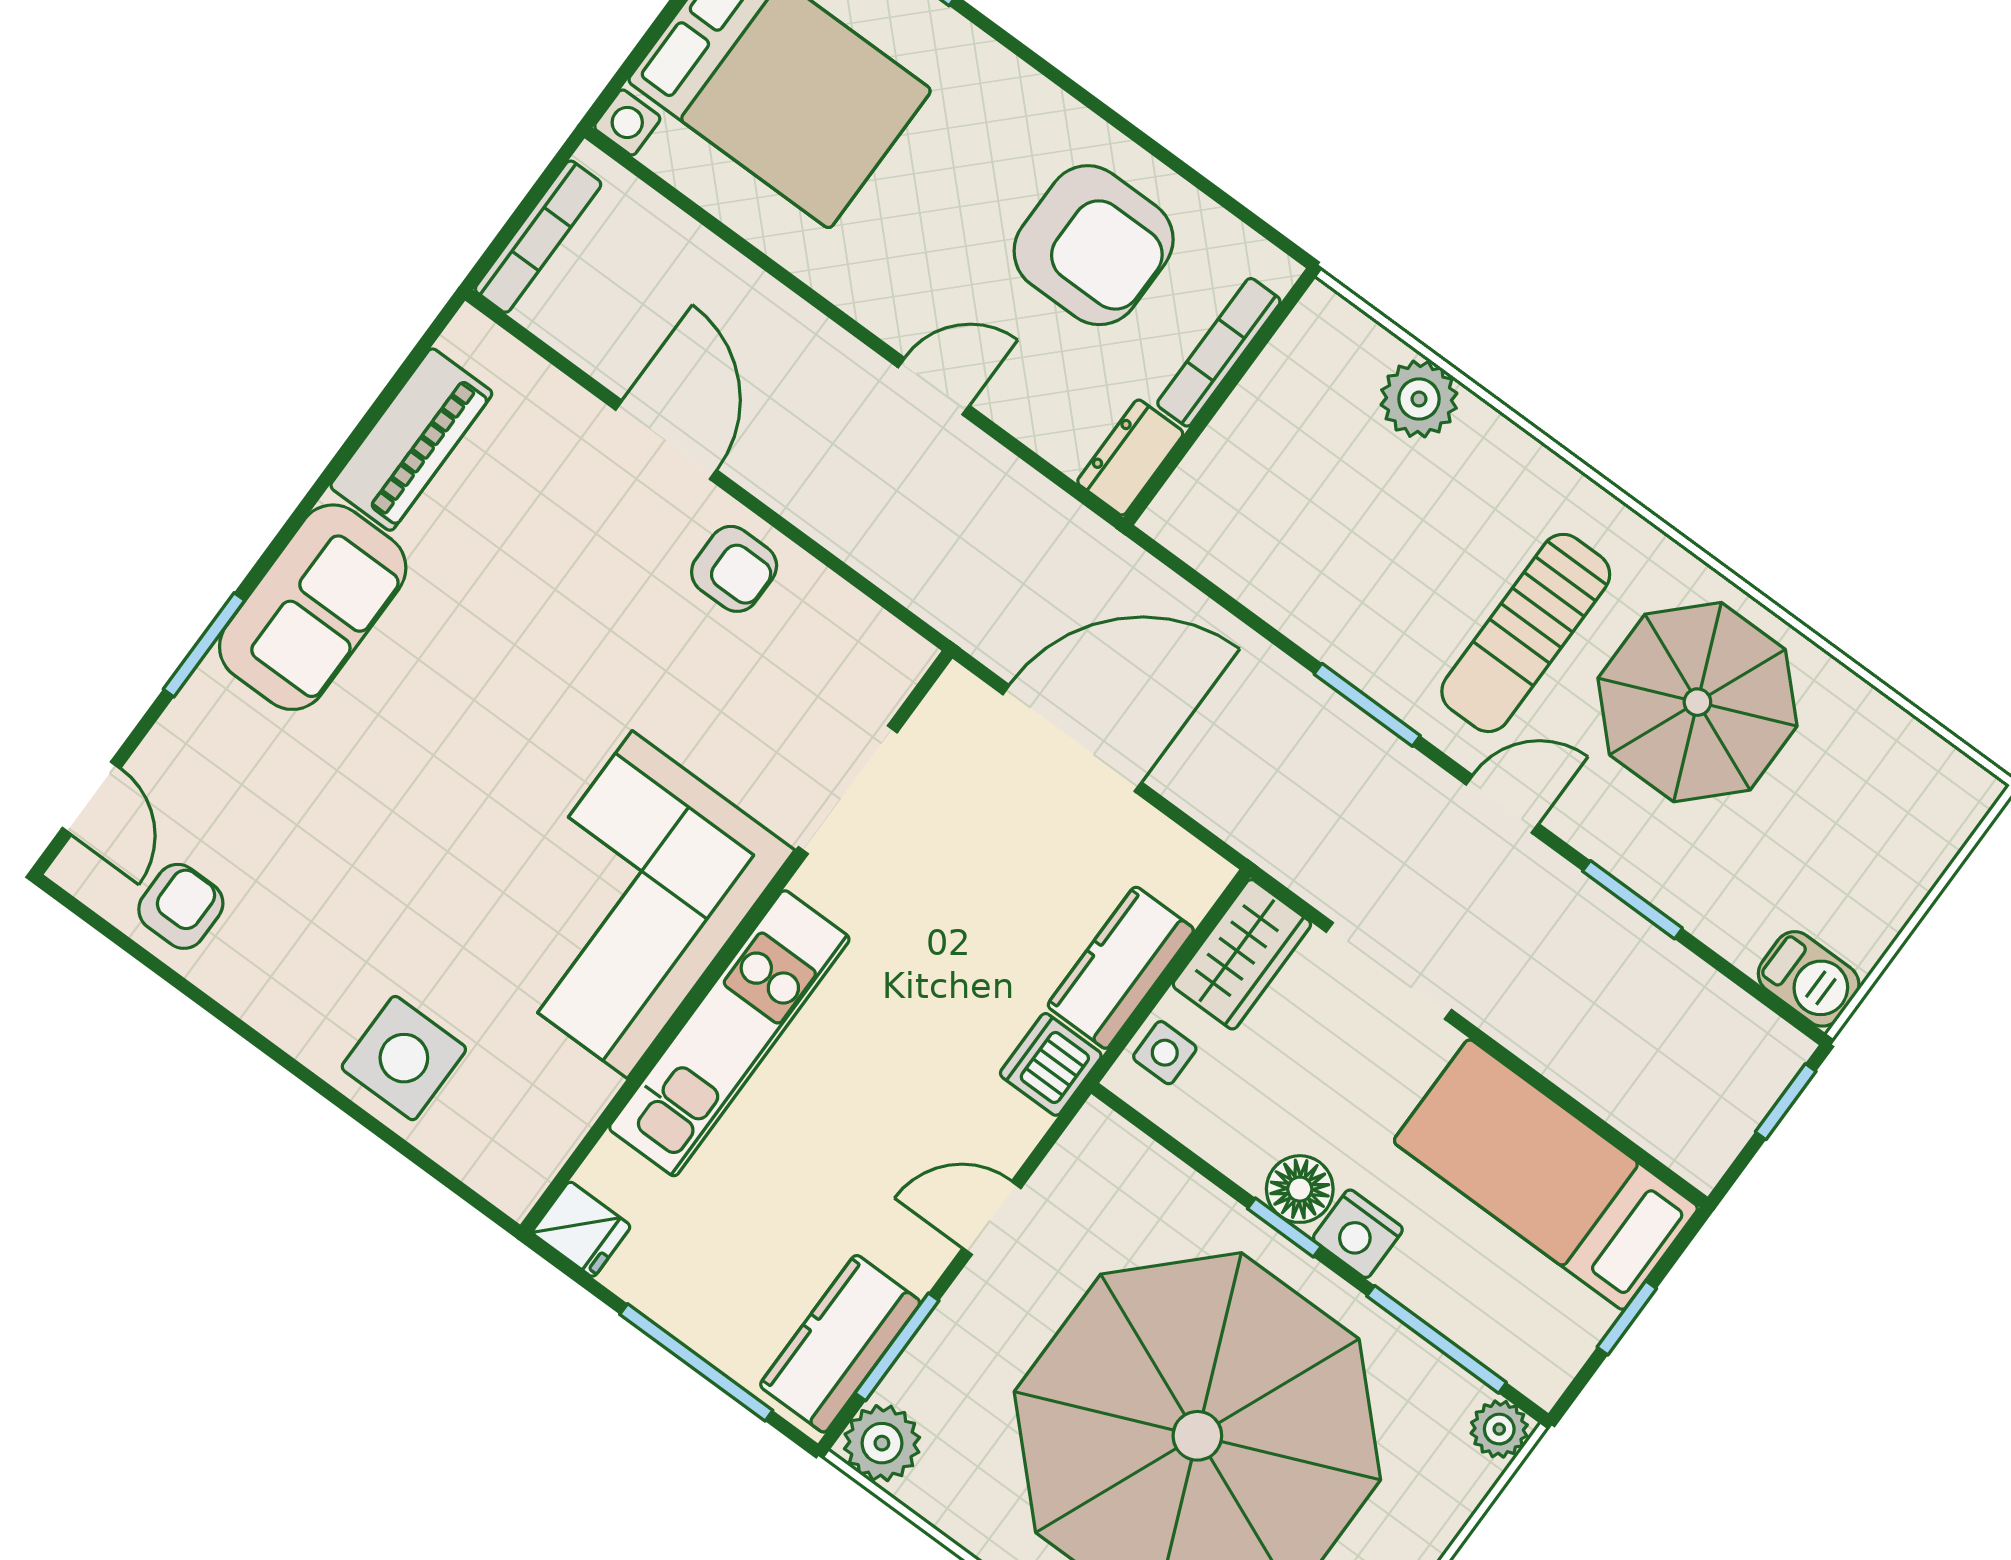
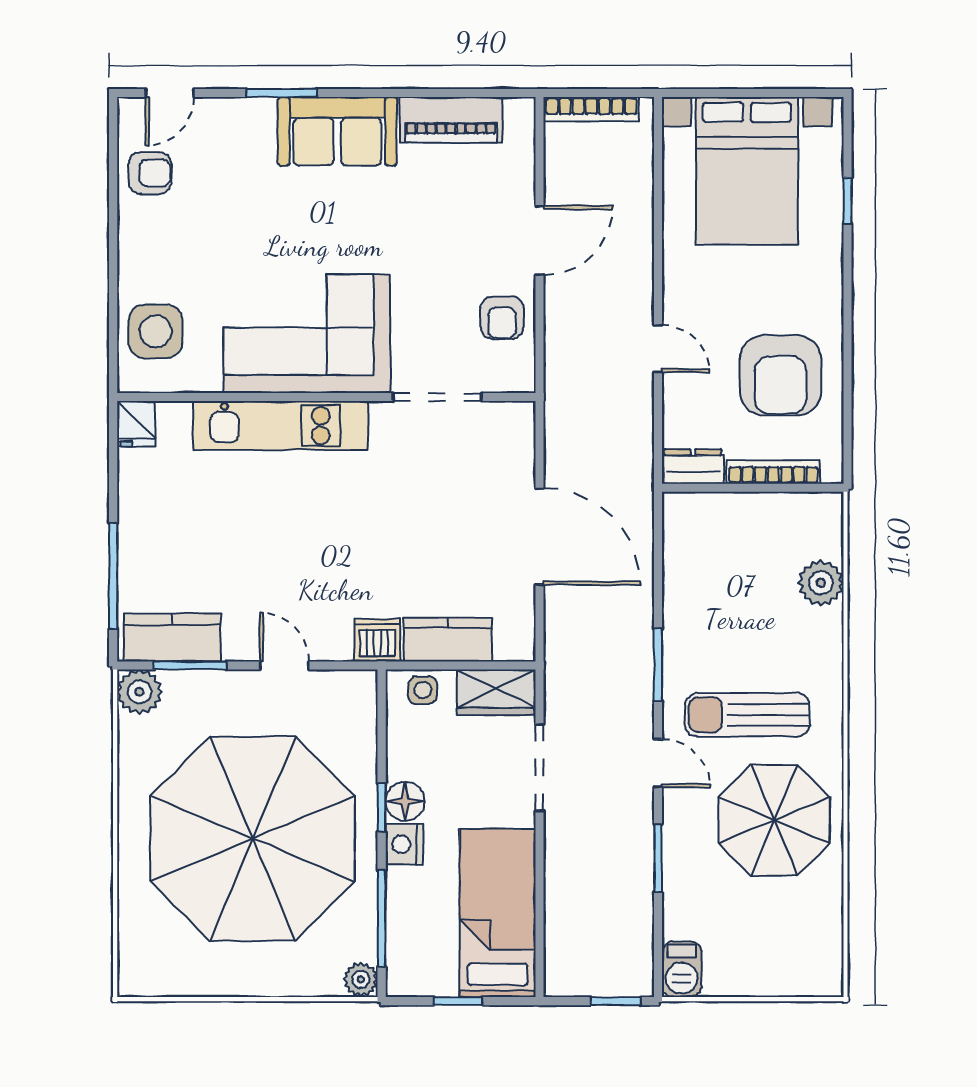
doorway: (848, 790) -> (437, 397), moved
corner sofa: (630, 904) -> (307, 334), moved
wall: (736, 942) -> (326, 397), moved
kitchen unit: (729, 1033) -> (280, 426), moved
fridge: (581, 1229) -> (136, 424), moved

